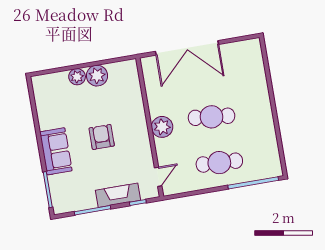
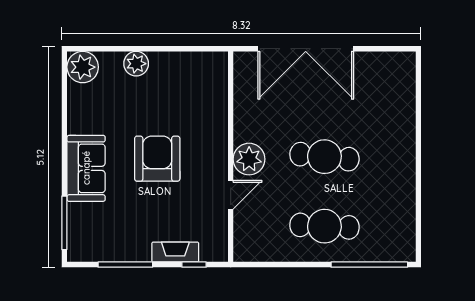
plant: (97, 76) -> (83, 67), moved
armchair: (102, 137) -> (157, 159), width x1.36, depth x1.36
door: (158, 177) -> (231, 195), moved
fireplace: (118, 195) -> (175, 252), width x0.73, depth x0.76

